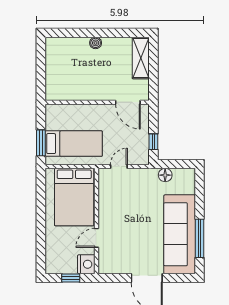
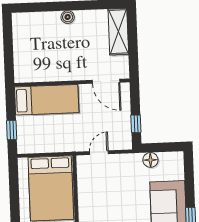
window: (41, 143) -> (12, 130), width x0.67
bed: (74, 144) -> (47, 100), moved

